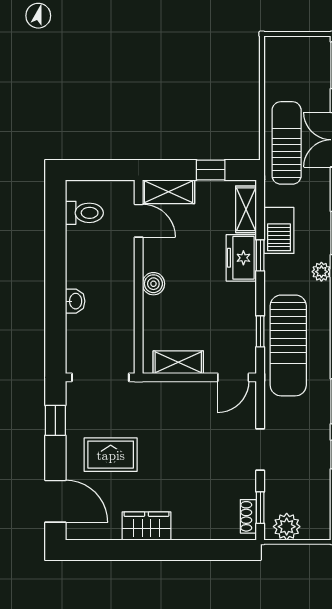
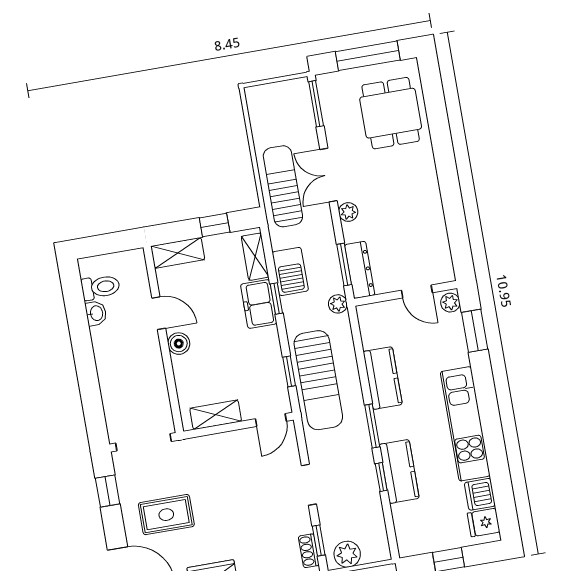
door: (139, 221) -> (159, 313), moved
washbasin: (75, 301) -> (96, 313), moved

